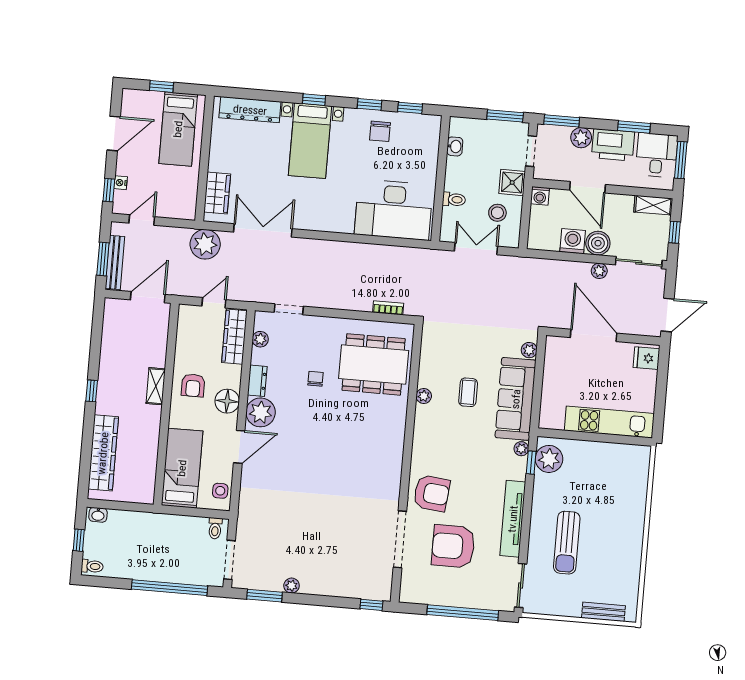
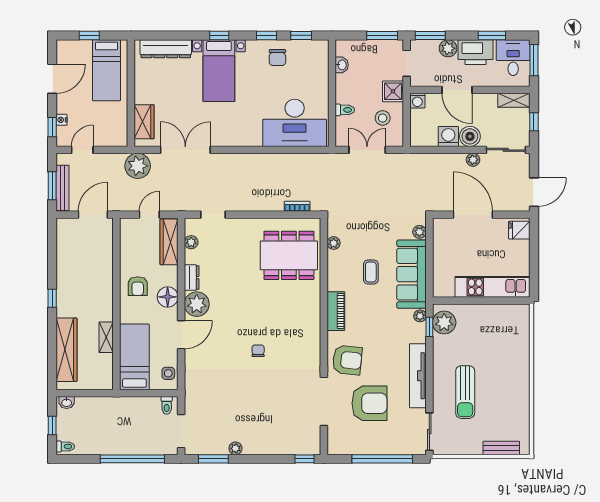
chair: (316, 379) -> (258, 351), moved
shelving: (156, 386) -> (106, 337), moved
plant: (424, 396) -> (334, 243), moved
piano: (423, 435) -> (336, 311), added
armchair: (453, 546) -> (369, 403), turned 180

